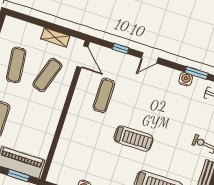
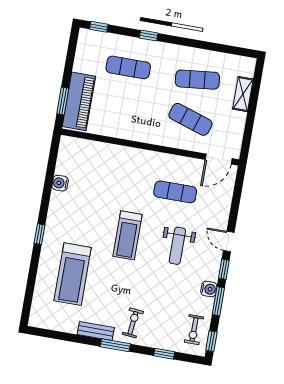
shelving: (55, 37) -> (243, 94), moved
window: (121, 49) -> (224, 269), moved
weight bench: (147, 100) -> (177, 246), added

